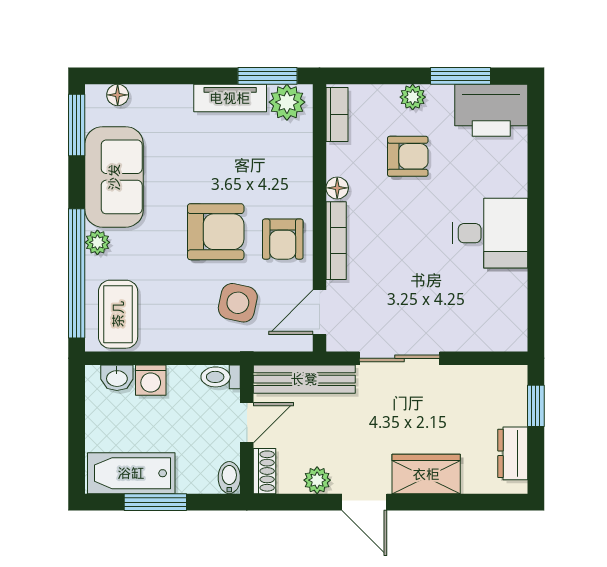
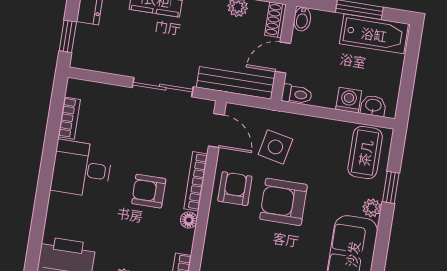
armchair: (408, 156) -> (149, 191), moved
window: (77, 273) -> (391, 187), width x0.32
bookcase: (517, 298) -> (69, 118), added
door: (320, 312) -> (216, 130), hinge flipped

